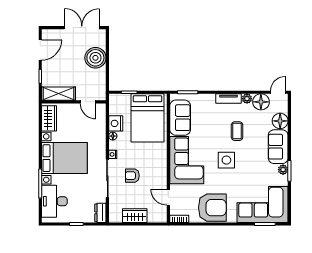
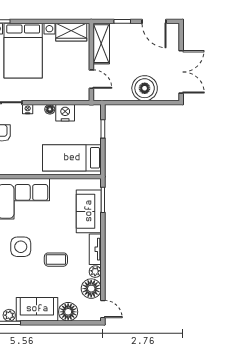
door: (88, 102) -> (91, 79), swing flipped
bed: (147, 118) -> (72, 158), width x0.67
sofa: (180, 118) -> (89, 211), moved, turned 90

